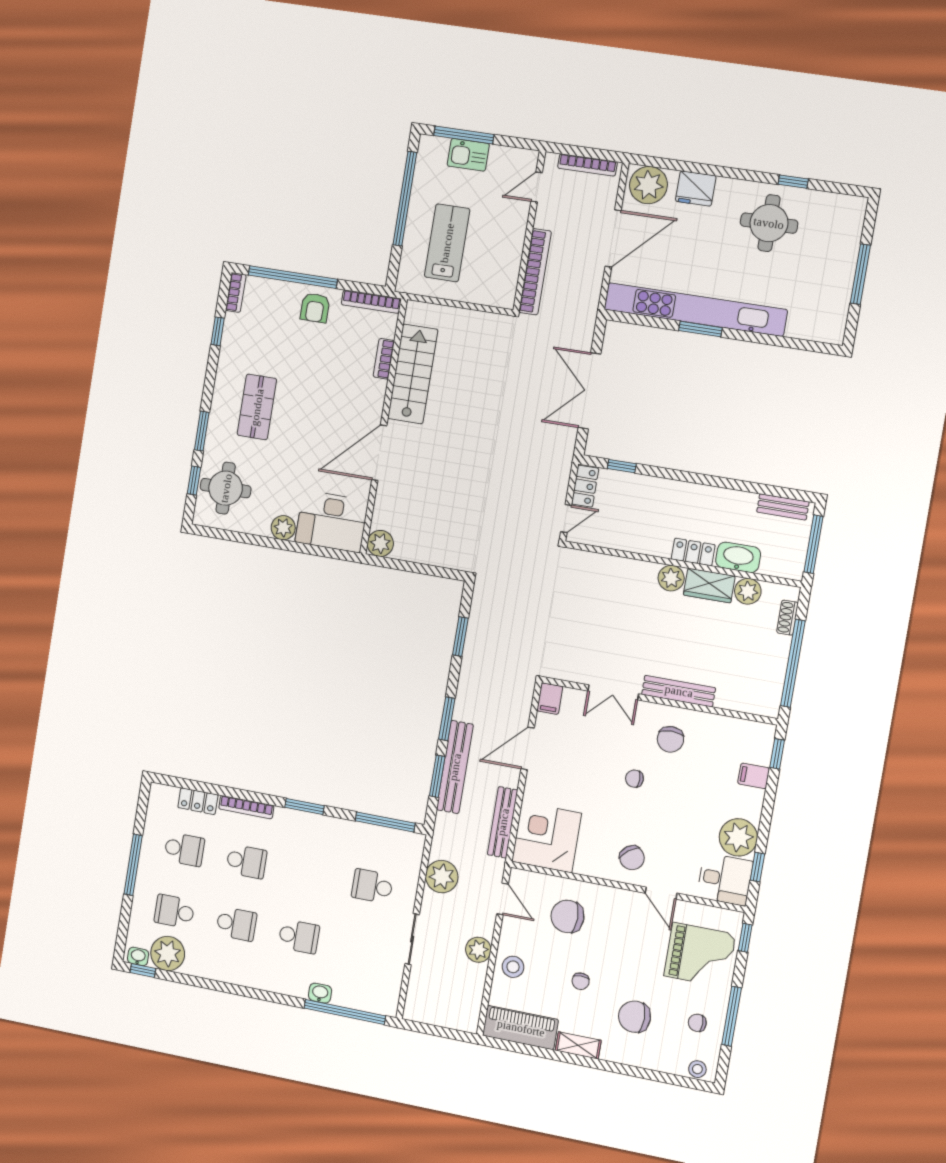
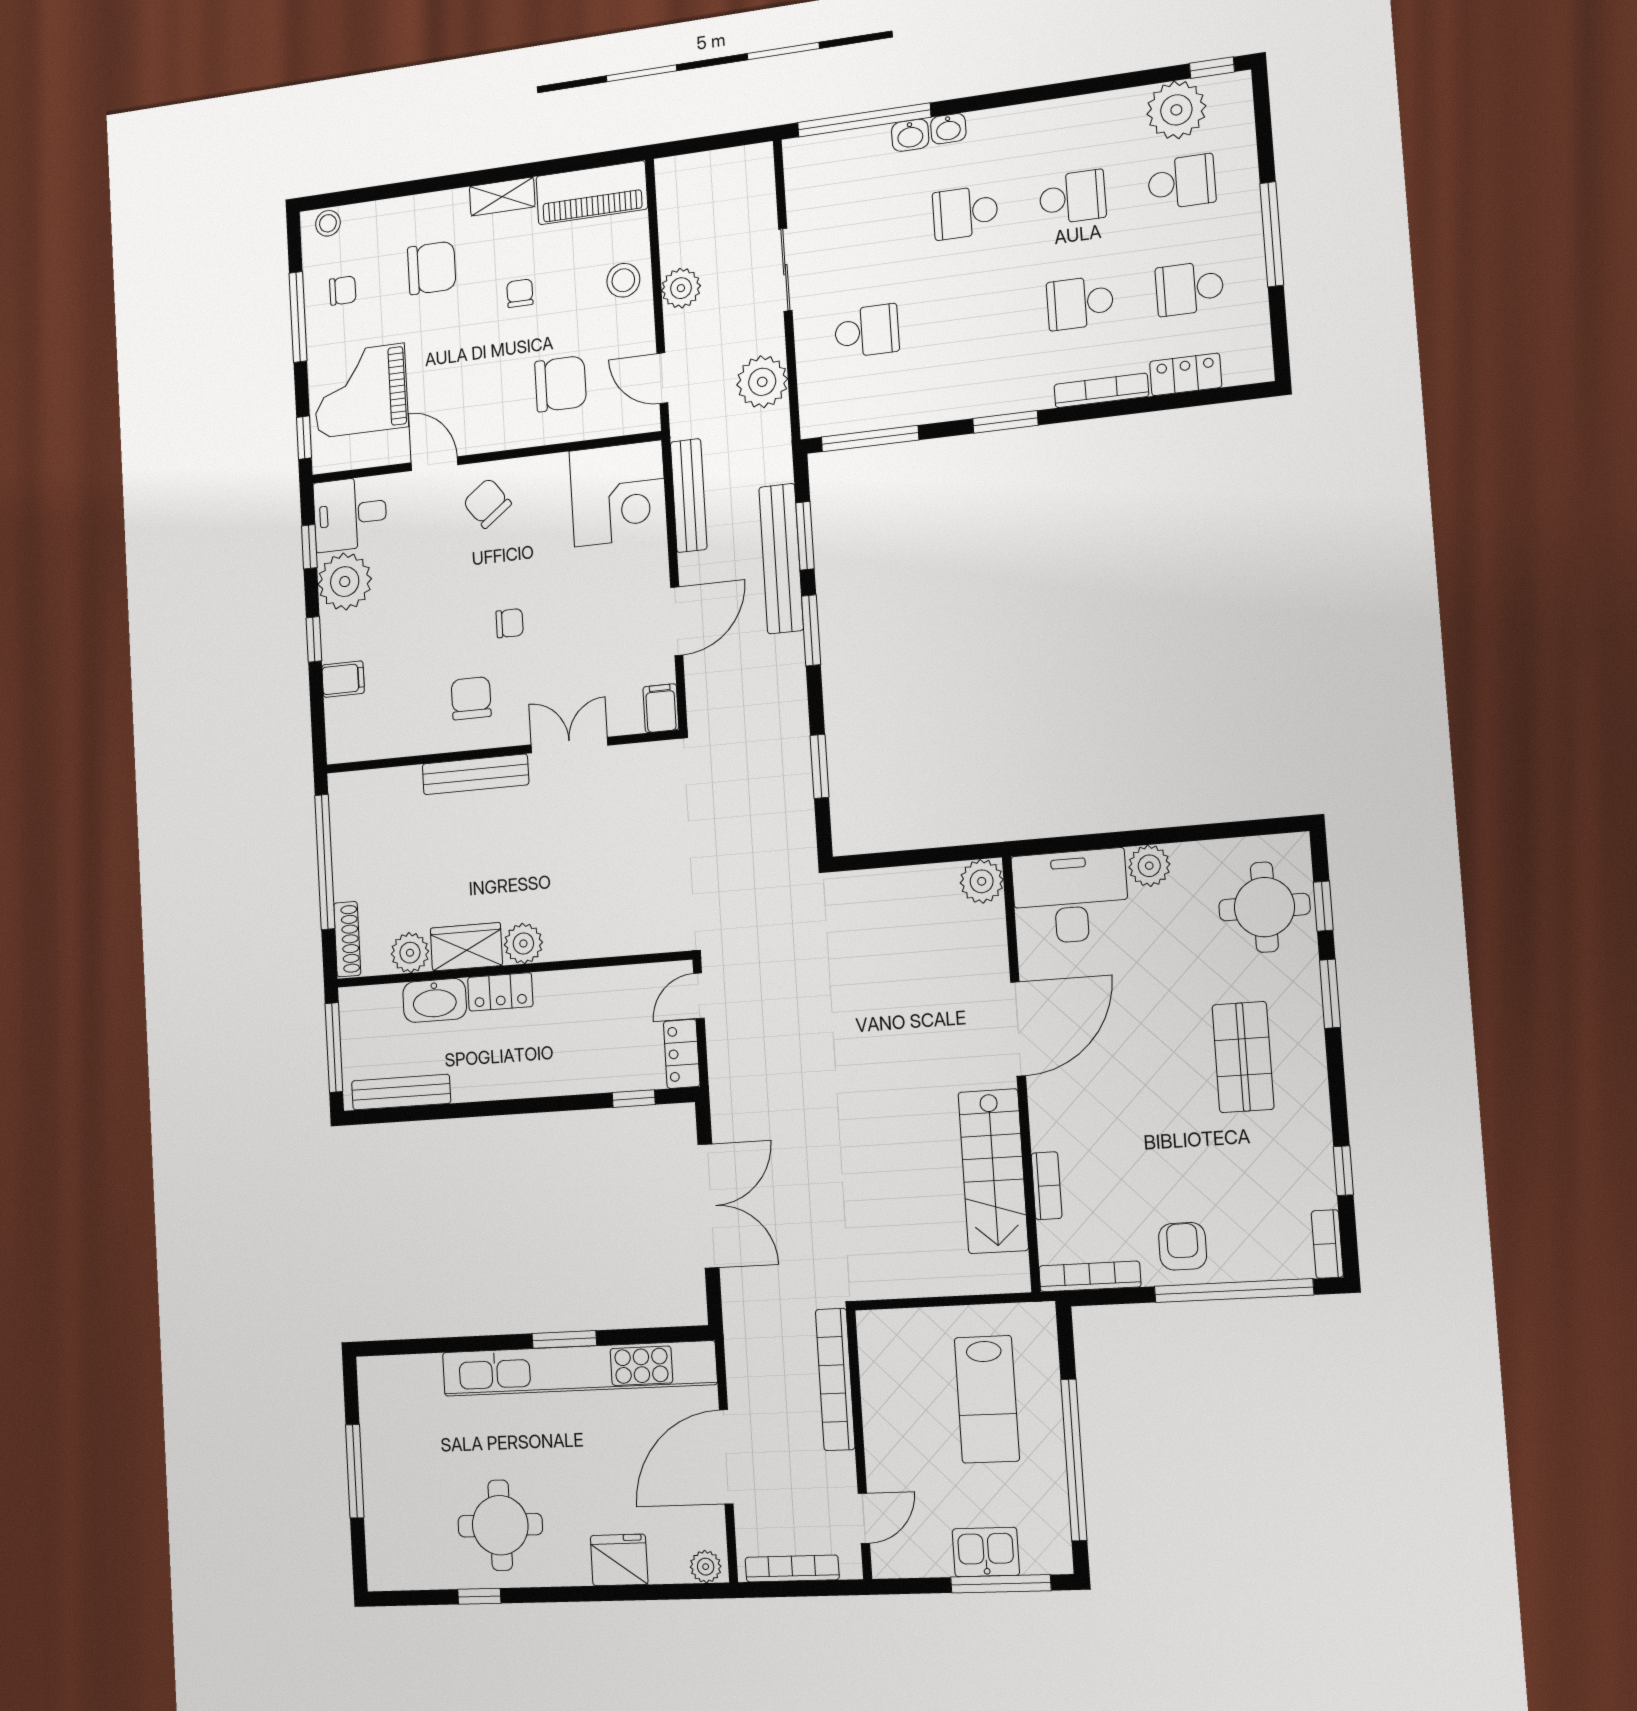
plant: (648, 185) -> (706, 1567), width x0.53, depth x0.53
bench: (783, 507) -> (401, 1092), width x1.36
shoe rack: (787, 618) -> (347, 939), width x1.43
window: (777, 754) -> (314, 639), moved
school desk: (236, 924) -> (1072, 197), turned 180
washbasin: (138, 956) -> (948, 129), moved

